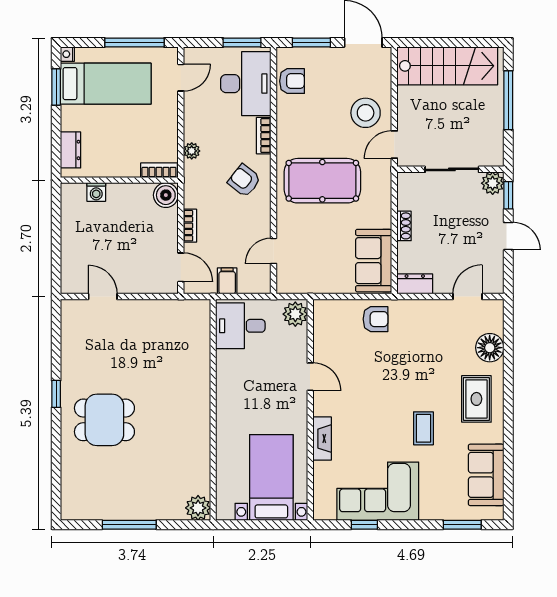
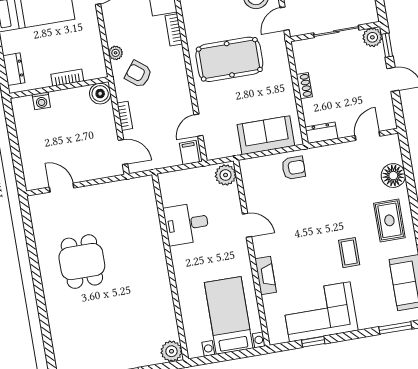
bookcase: (159, 170) -> (67, 78), moved
armchair: (244, 181) -> (138, 74), moved
sofa: (374, 261) -> (266, 135), moved, turned 90
filing cabinet: (227, 281) -> (189, 153), moved
desk: (240, 326) -> (186, 224), moved
window: (56, 394) -> (36, 276), removed
dining table: (104, 420) -> (82, 262), moved, turned 90

